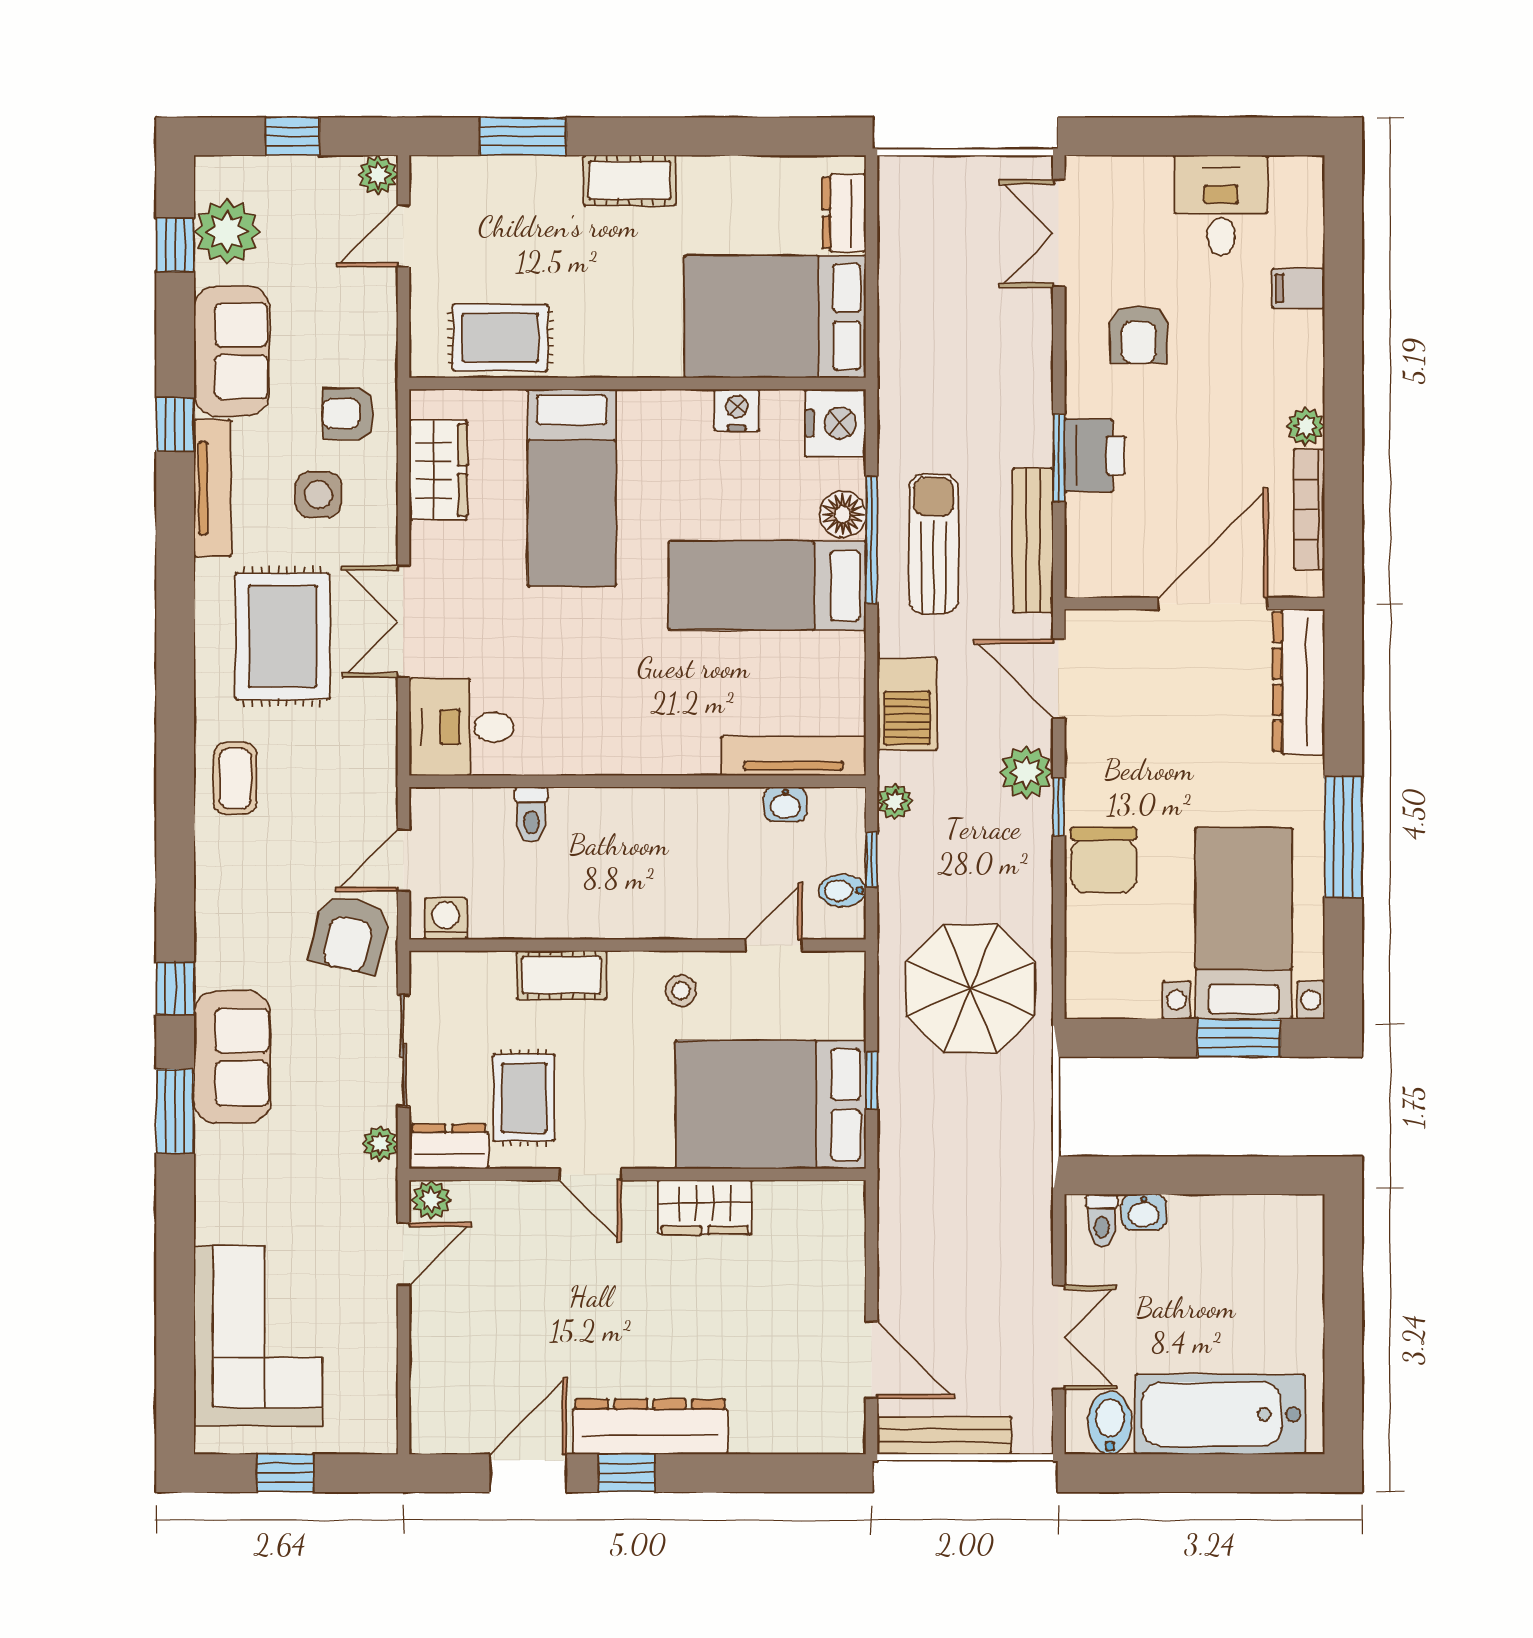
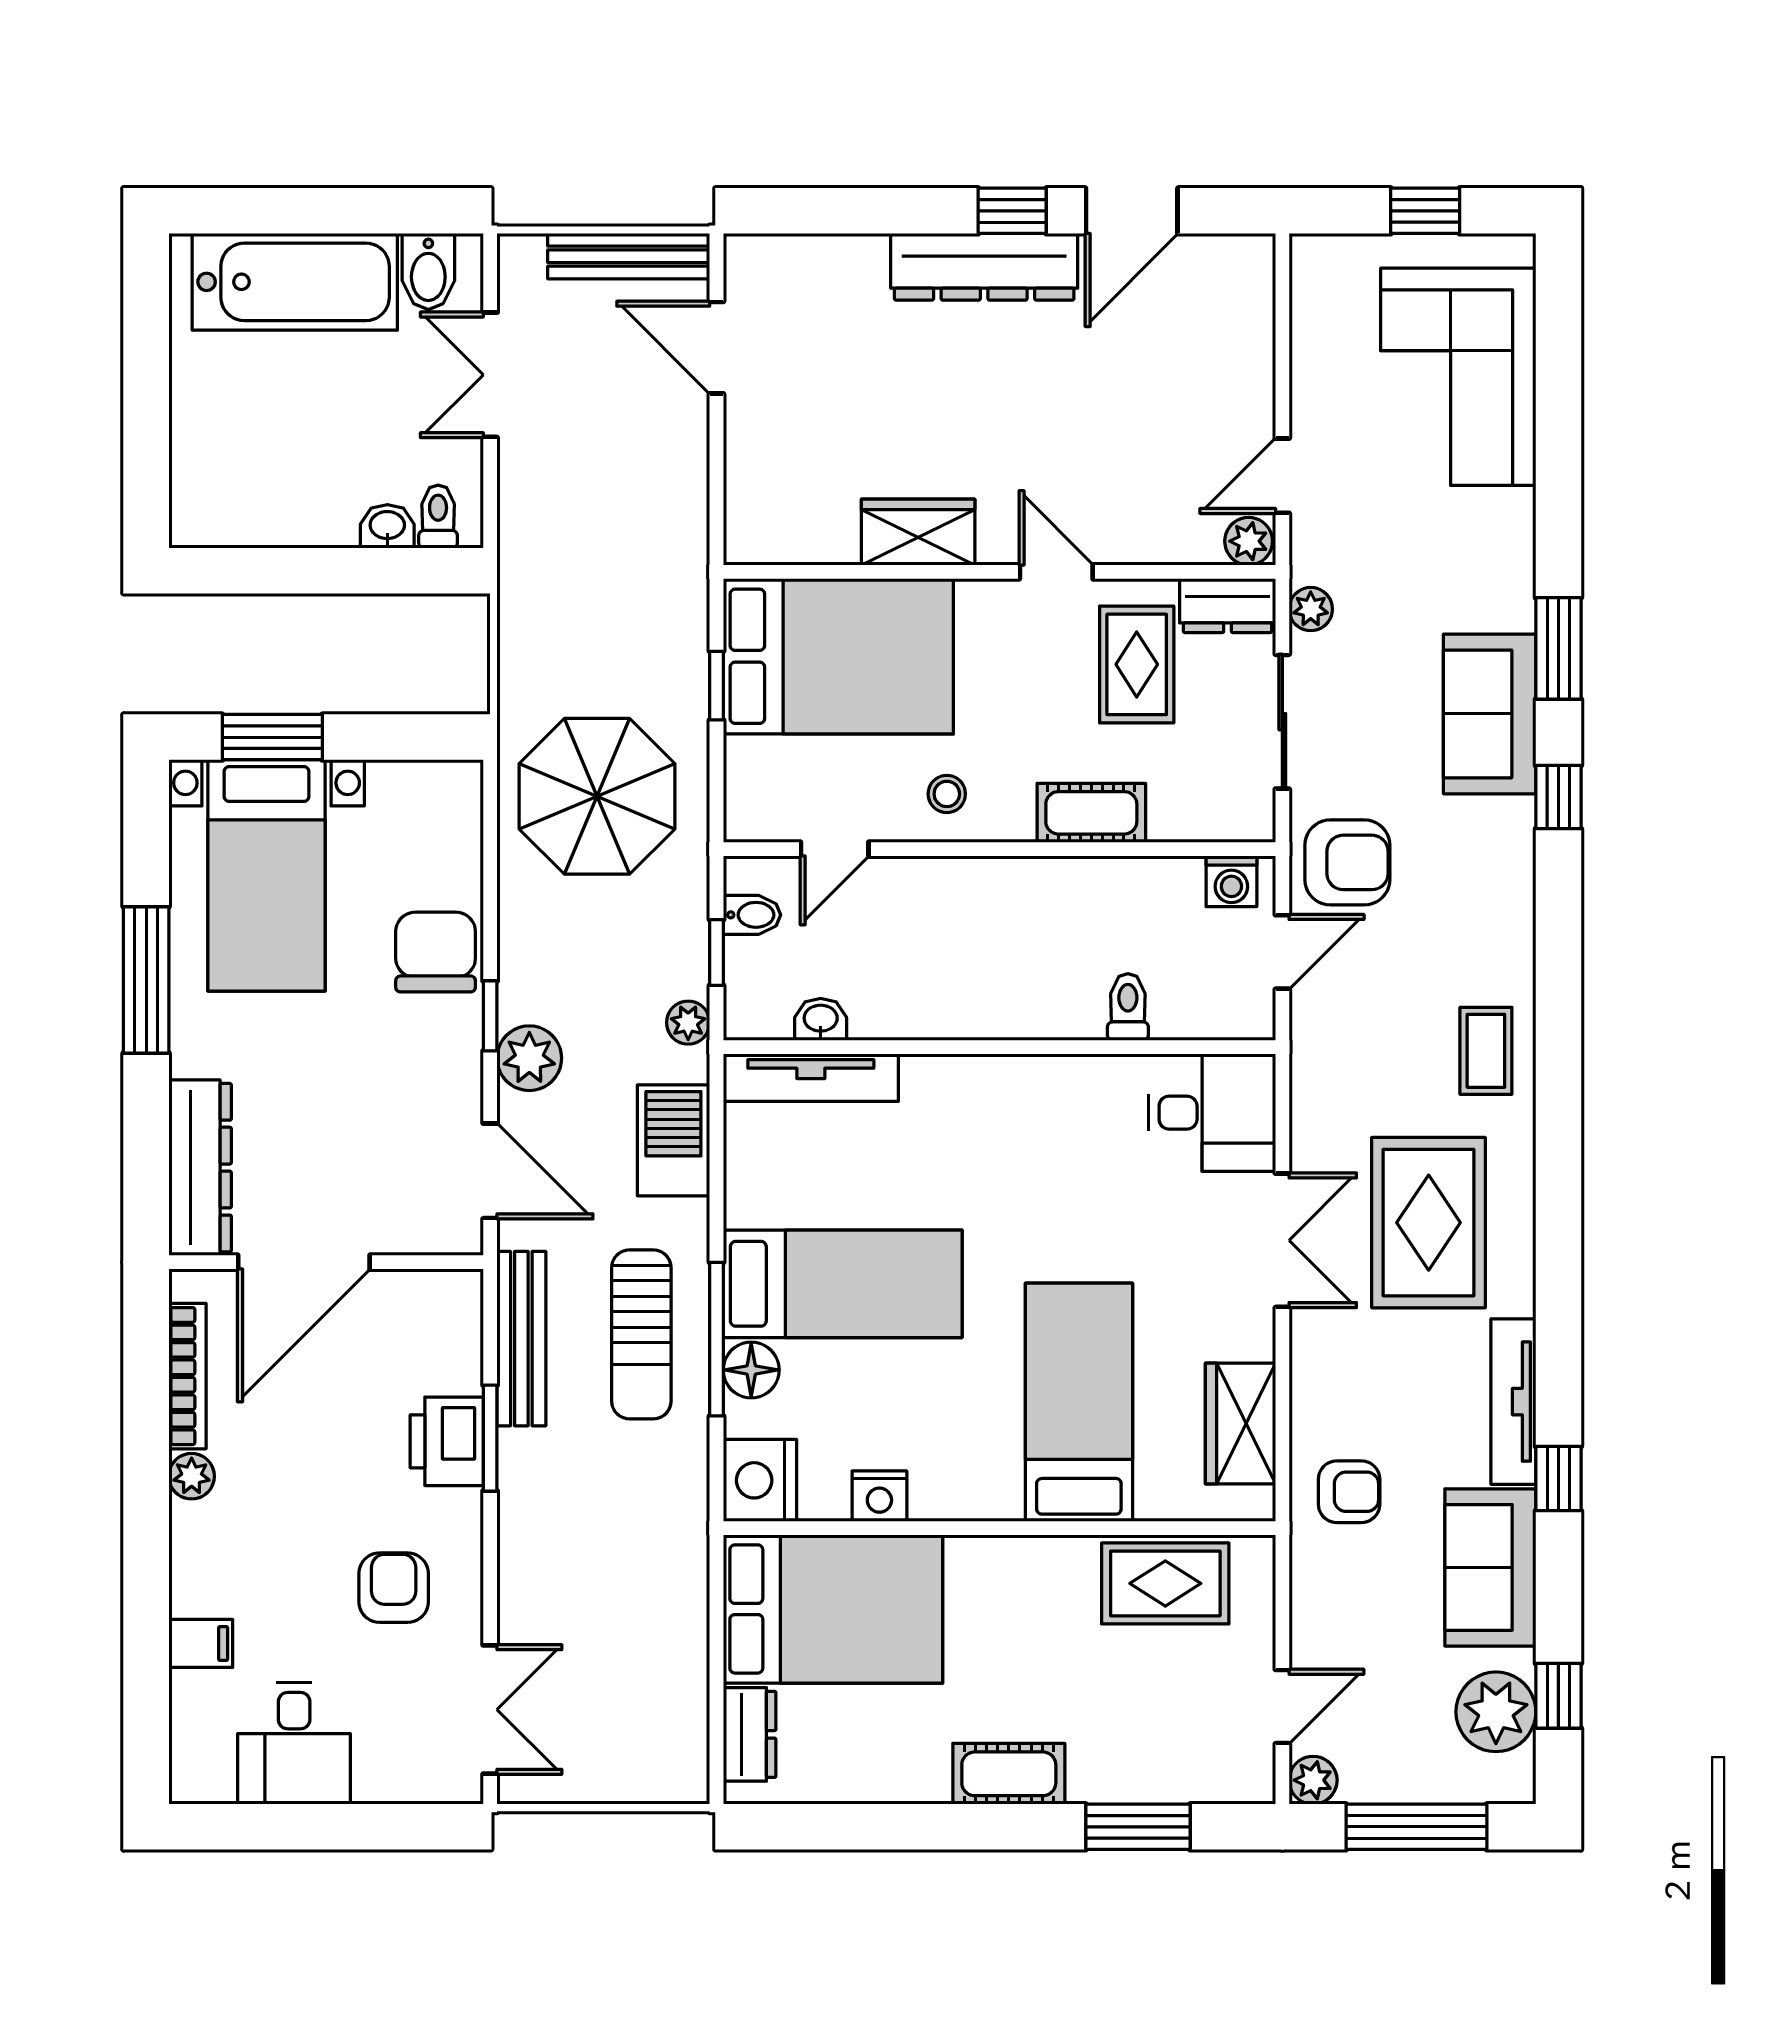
window: (293, 136) -> (1416, 1827), width x2.17
side table: (319, 495) -> (1385, 1394), removed
armchair: (350, 934) -> (1347, 862), turned 77

